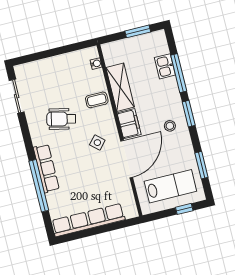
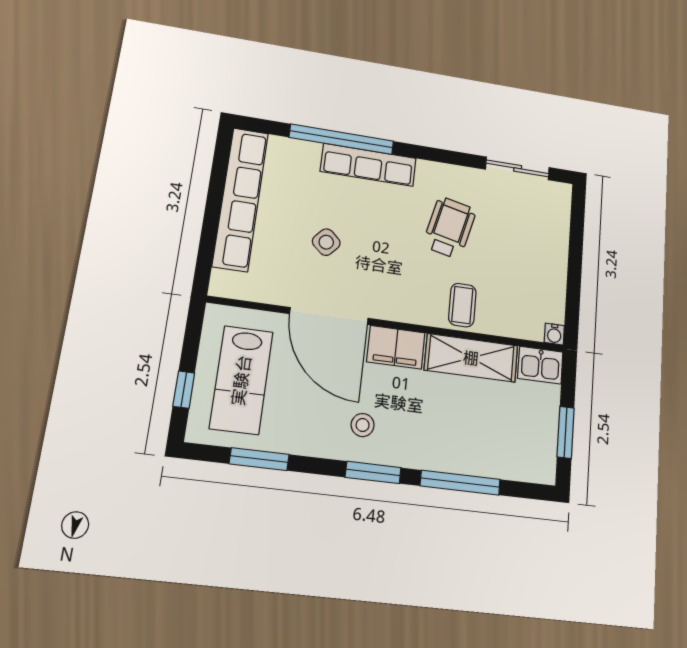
water cooler: (96, 64) -> (554, 334), moved
kitchen sink: (165, 66) -> (540, 365), moved, turned 180
side table: (97, 143) -> (326, 242), moved

